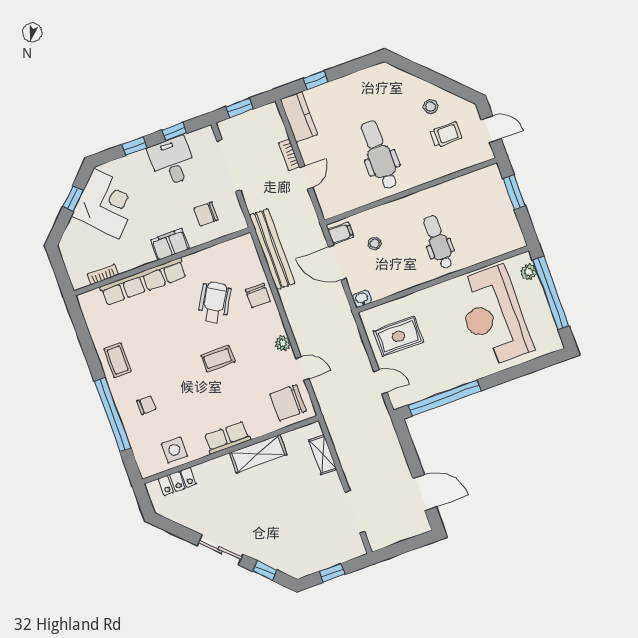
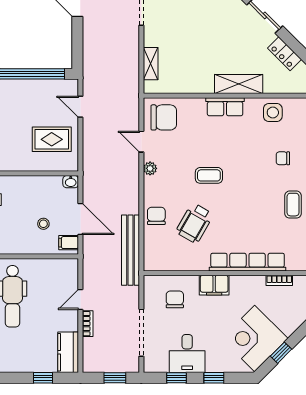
chair: (206, 214) -> (175, 299), turned -90
shelving: (258, 454) -> (239, 84), moved
locker: (177, 481) -> (285, 54), moved, turned -135

